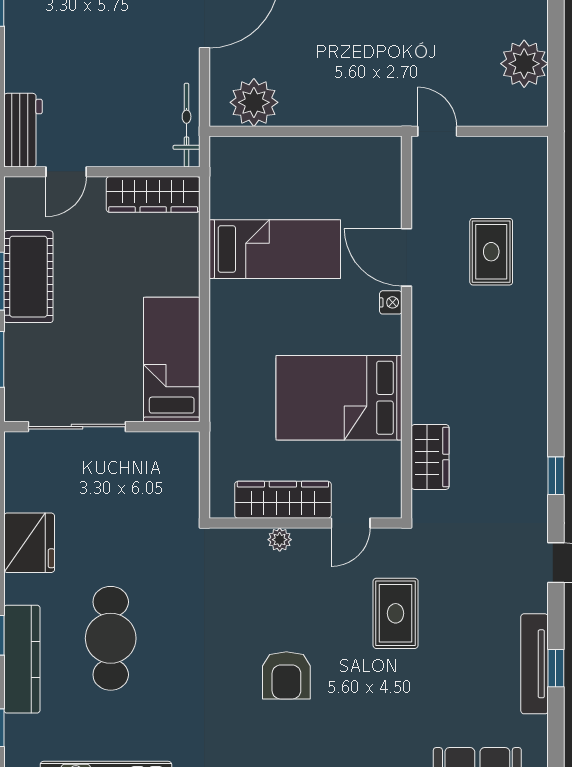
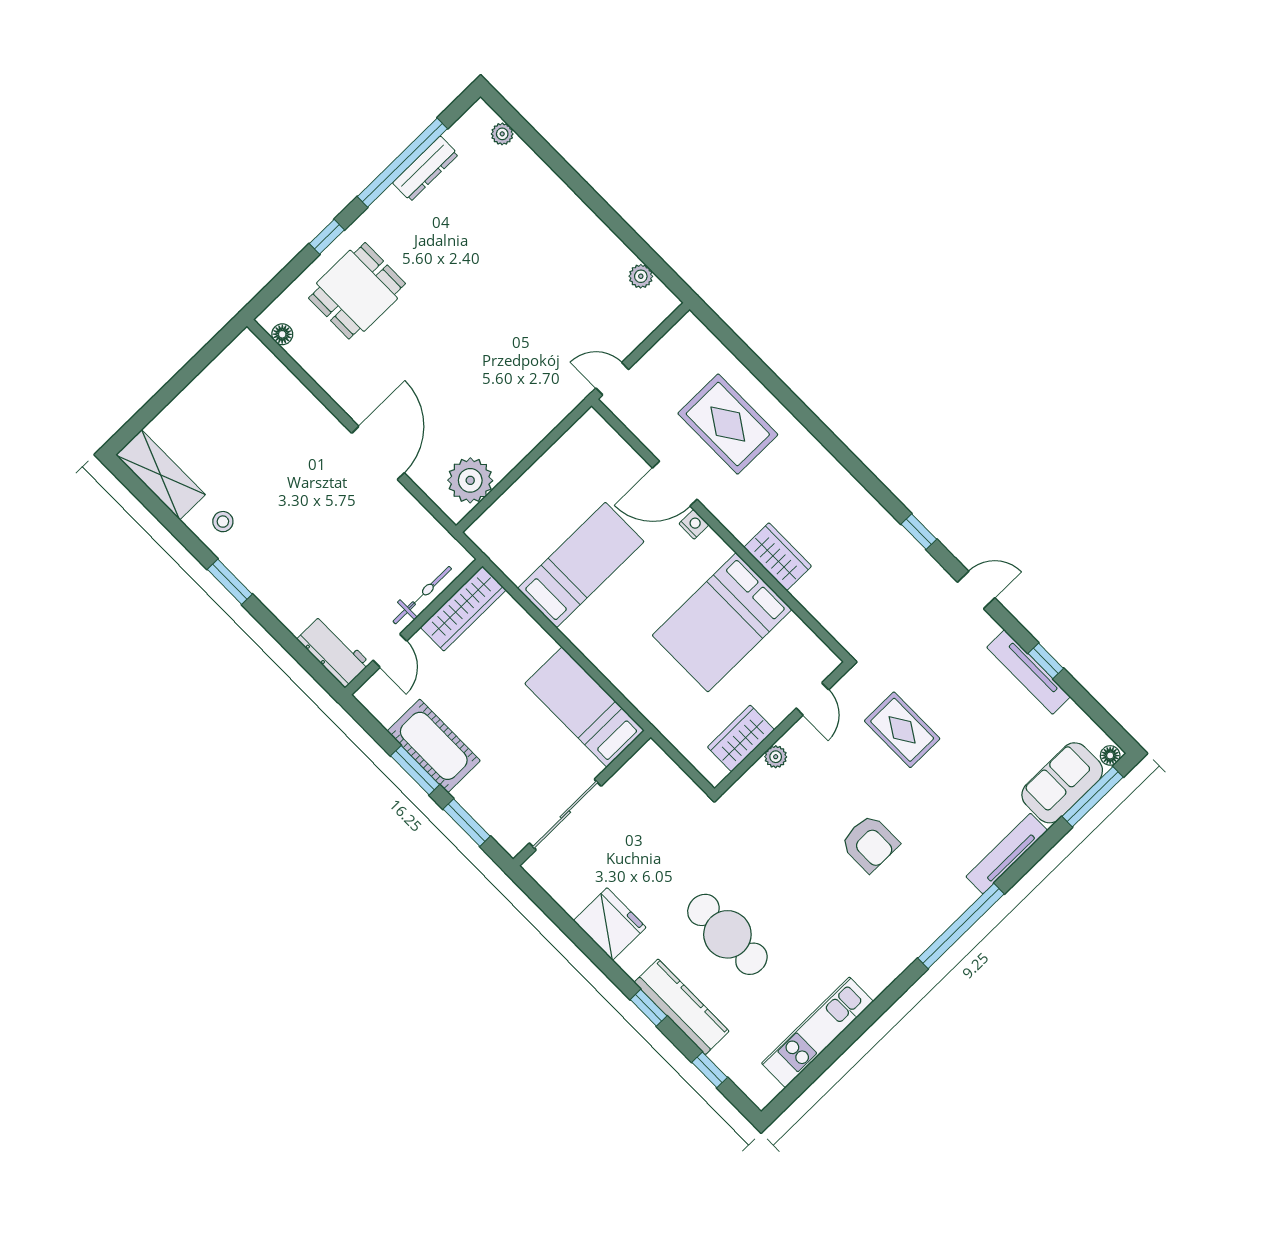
plant: (524, 64) -> (641, 276), width x0.53, depth x0.53
bicycle: (187, 125) -> (422, 595), moved, turned 90
rug: (491, 252) -> (728, 424), width x1.36, depth x1.43
wardrobe: (430, 457) -> (778, 557), moved
wardrobe: (283, 500) -> (741, 738), width x0.67

